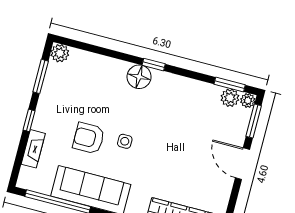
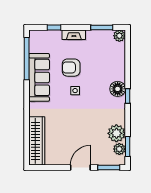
plant: (248, 100) -> (116, 133), moved, width x1.88, depth x1.88
window: (29, 120) -> (54, 27), moved
armchair: (89, 138) -> (71, 68), turned -90
fireplace: (33, 149) -> (74, 35), moved

